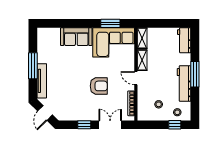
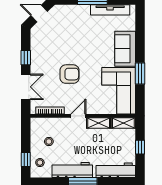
window: (110, 23) -> (140, 73), moved
window: (164, 23) -> (140, 147), added
workbench: (184, 40) -> (116, 170), width x1.38
tv unit: (42, 81) -> (110, 10), moved
armchair: (99, 86) -> (70, 74), turned -90

